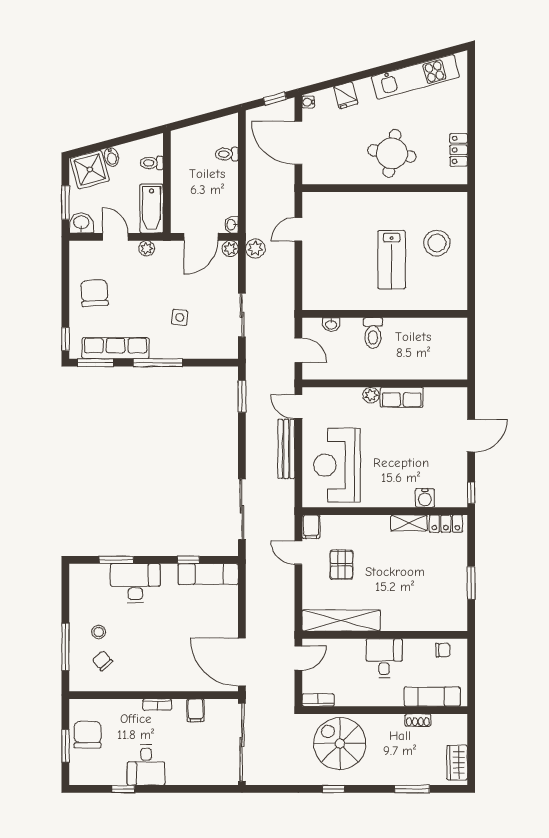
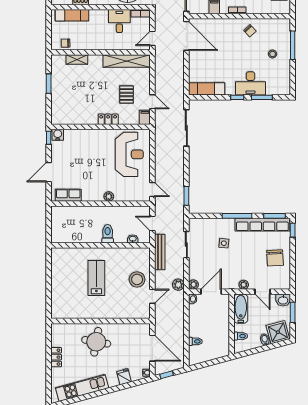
locker: (459, 150) -> (56, 357), moved
stool: (437, 243) -> (137, 279), moved
row of seats: (116, 348) -> (262, 225), width x1.36
row of seats: (402, 397) -> (68, 195), moved
bench: (286, 449) -> (160, 252), moved
water cooler: (425, 498) -> (58, 135), moved
shelving: (409, 523) -> (77, 59), moved
locker: (446, 524) -> (108, 119), moved
window: (188, 560) -> (237, 97), moved
desk: (384, 658) -> (119, 21), moved, turned 180
chair: (102, 661) -> (250, 31), moved

